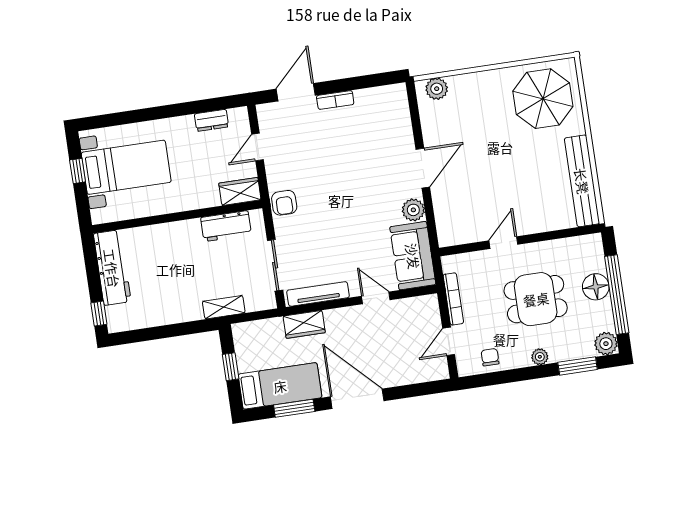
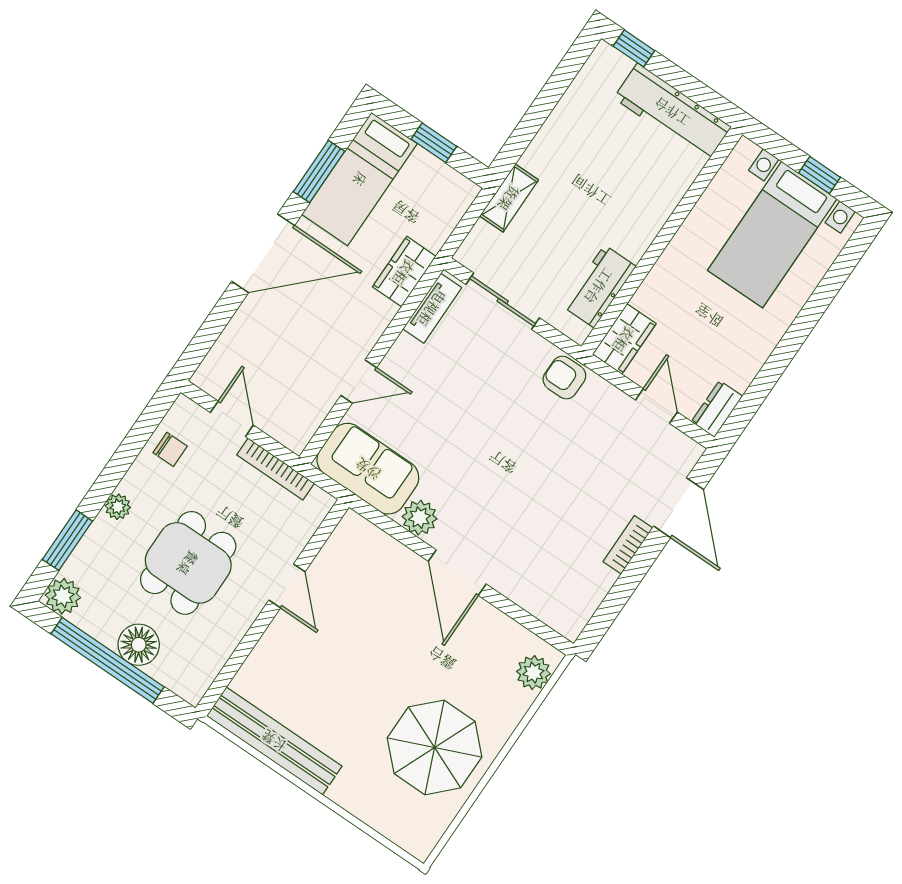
parasol: (543, 99) -> (435, 747), moved
dresser: (211, 120) -> (717, 409), moved
tv unit: (318, 294) -> (432, 308), width x0.71

